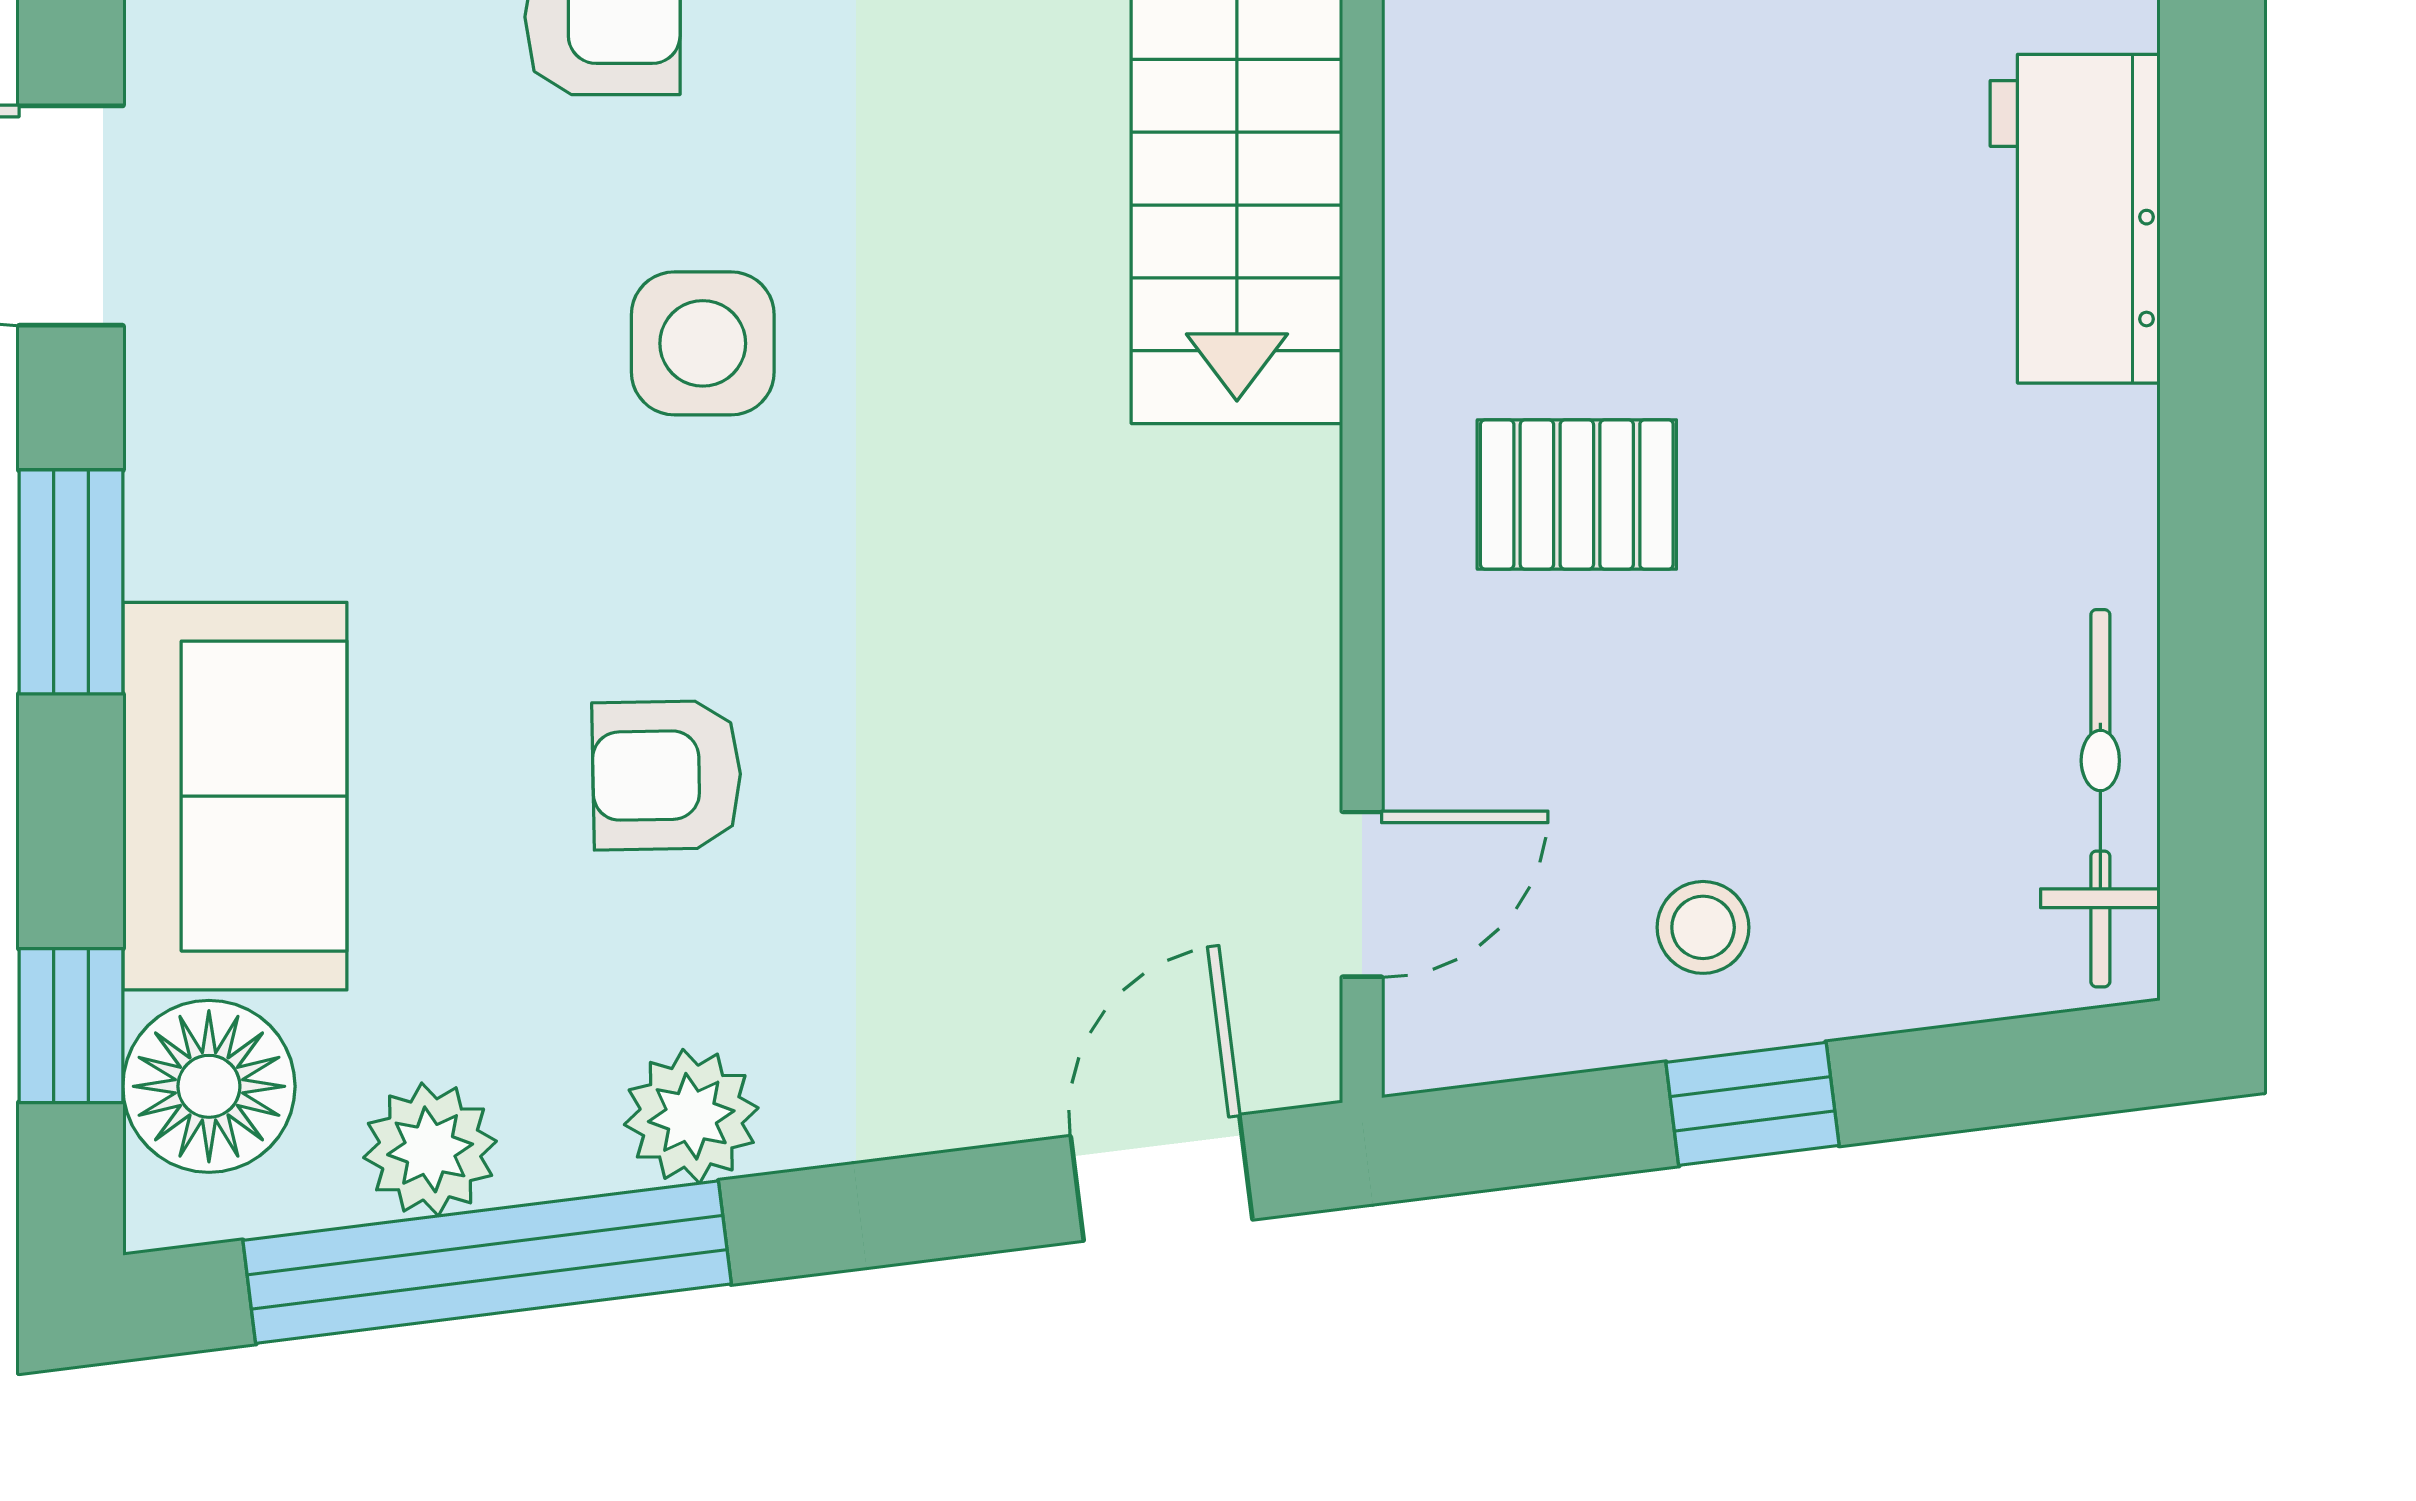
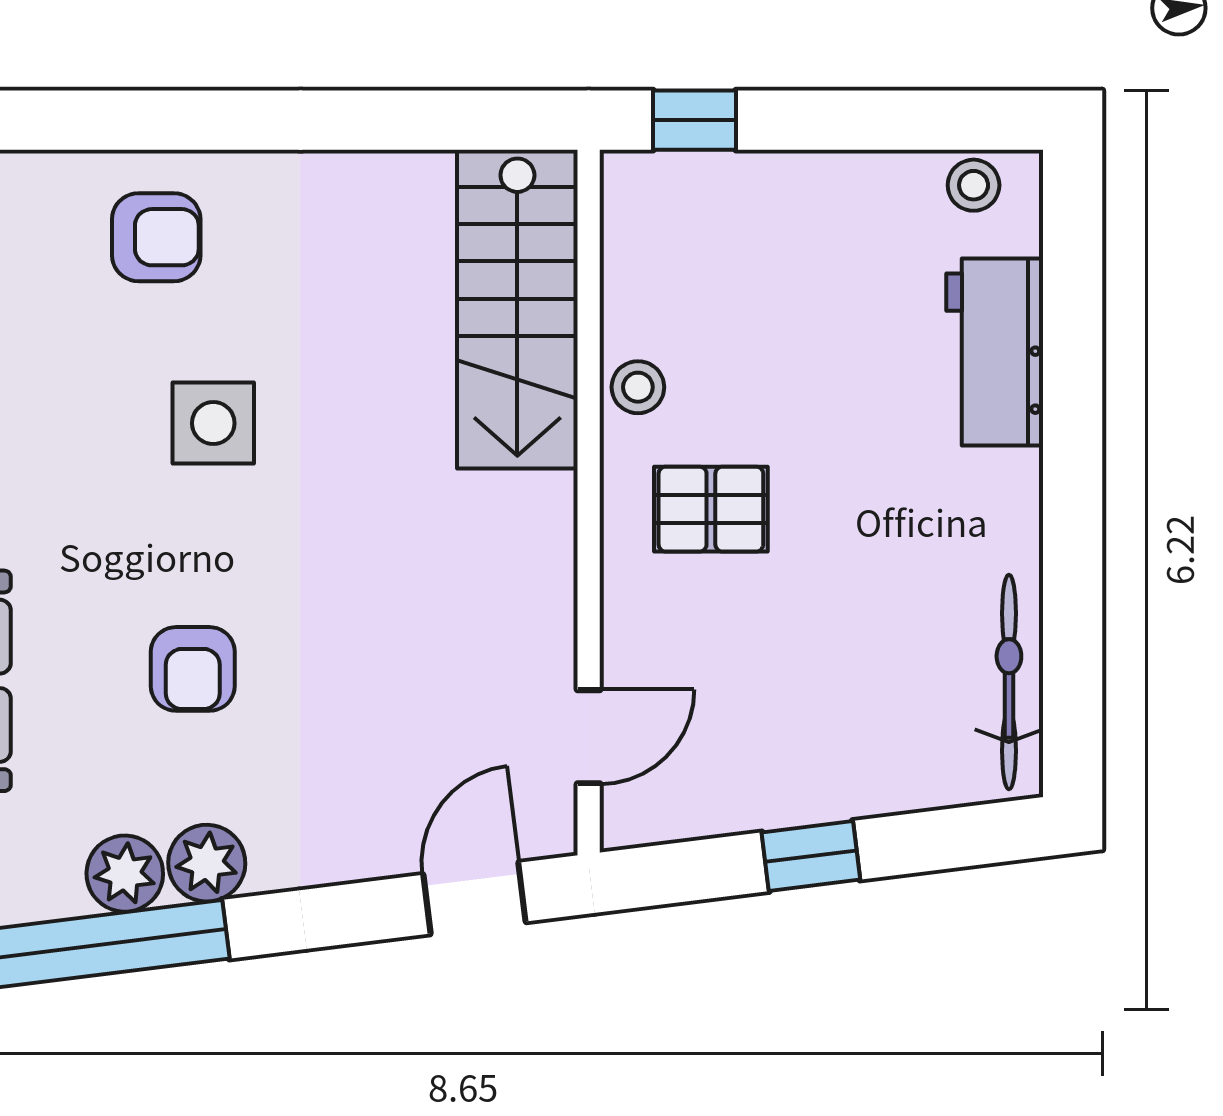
armchair: (667, 775) -> (193, 669), turned -89
stool: (1703, 927) -> (638, 387), moved
plant: (430, 1149) -> (125, 874), moved

